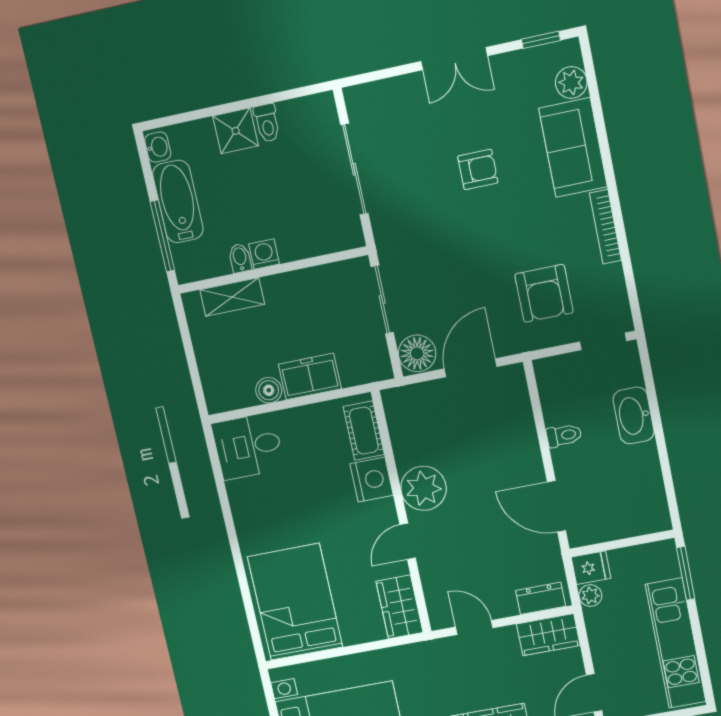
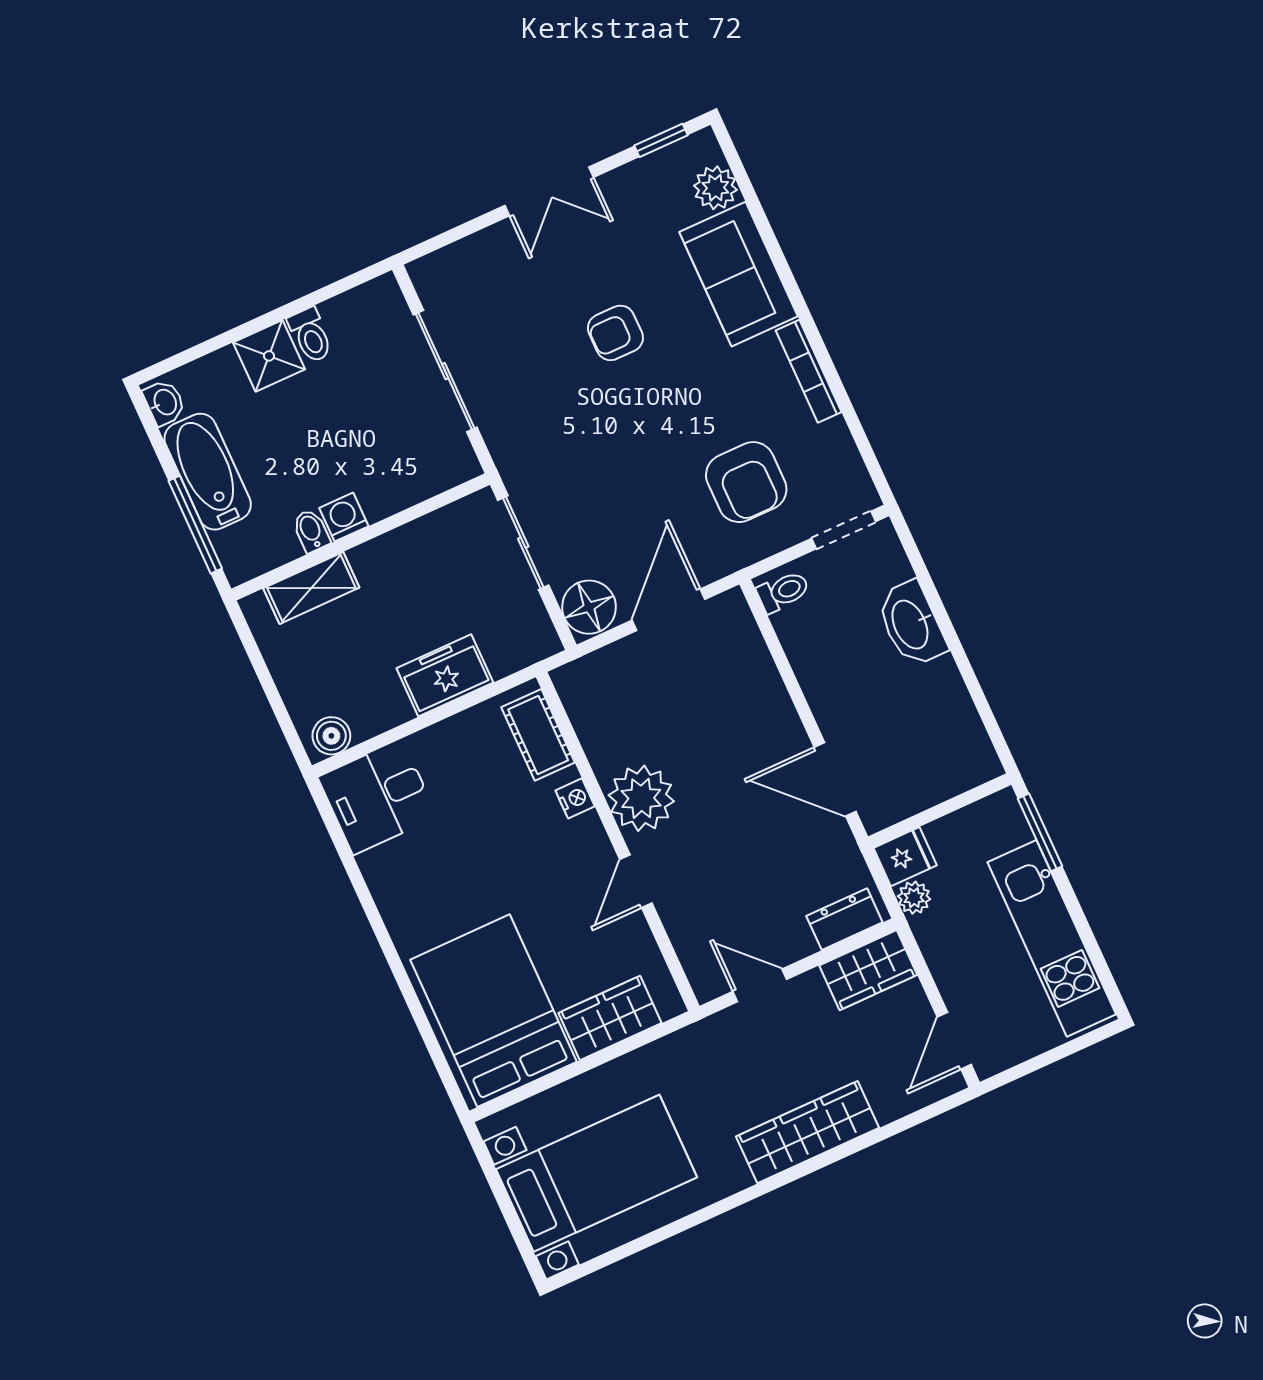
armchair: (478, 169) -> (615, 333), turned 180
boiler: (269, 390) -> (331, 736), moved
toilet: (564, 435) -> (783, 592), moved
nightstand: (372, 480) -> (575, 798), width x0.53, depth x0.56
wardrobe: (400, 607) -> (610, 1018), moved, turned 90

